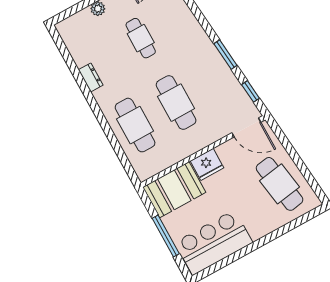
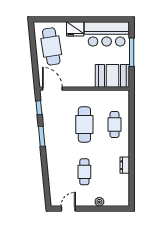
cafe table: (135, 125) -> (115, 125), width x0.73, depth x0.74
fridge: (207, 164) -> (75, 29), moved, turned 180

